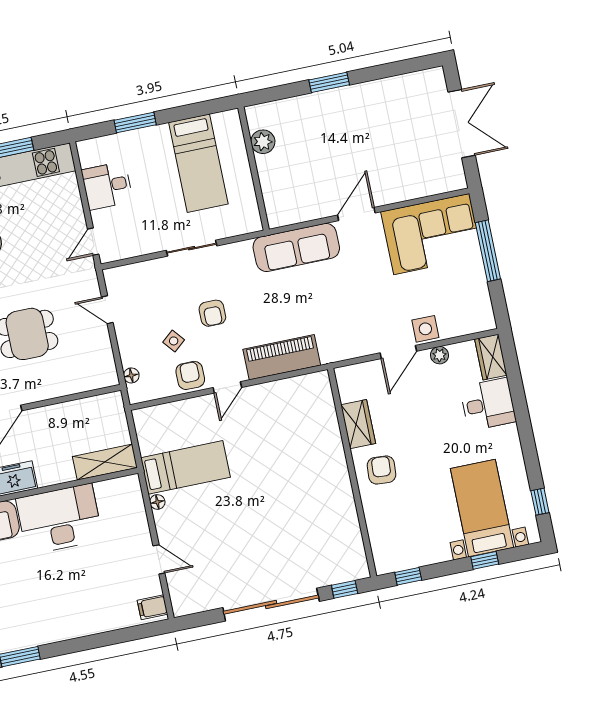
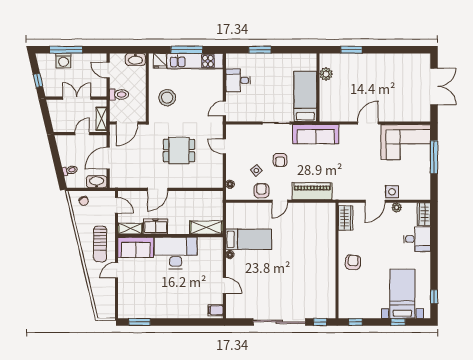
window: (329, 82) -> (351, 50), moved
bed: (198, 163) -> (305, 96), moved, turned 180
sofa: (296, 247) -> (316, 134), moved
wardrobe: (358, 424) -> (346, 218), moved

